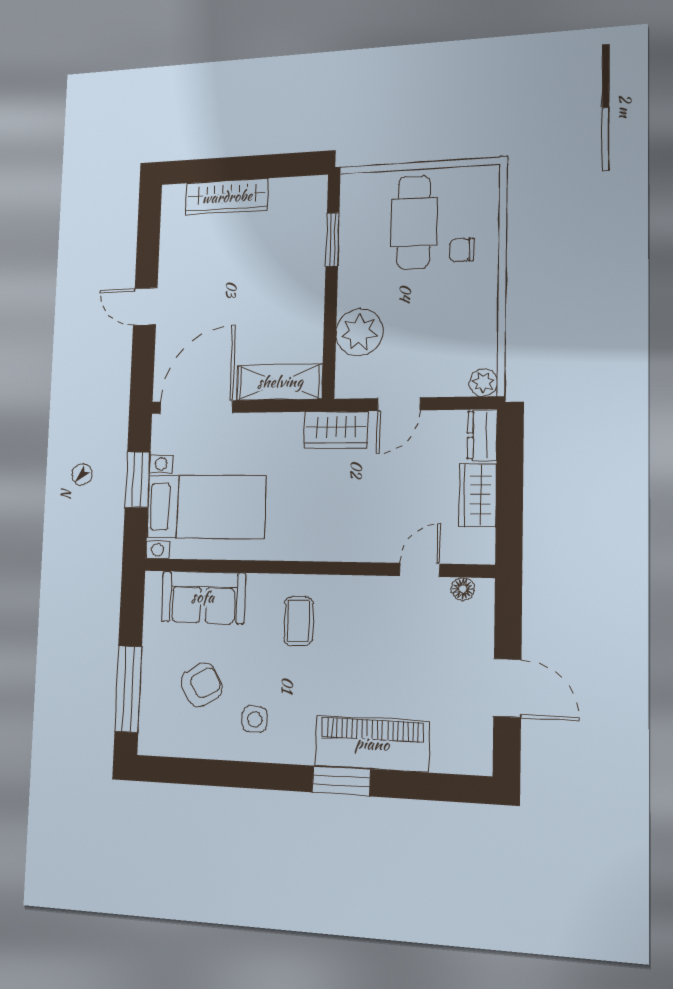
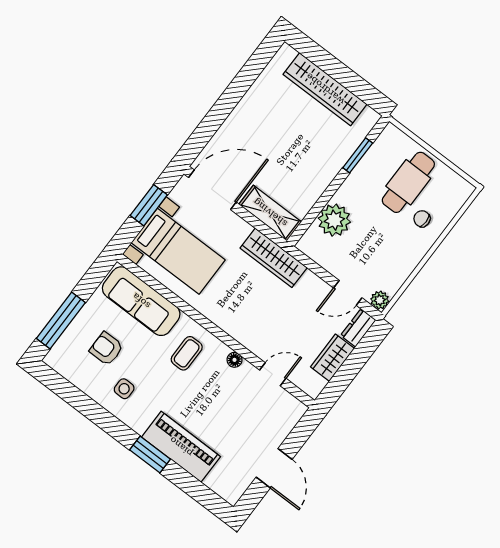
wardrobe: (227, 197) -> (325, 89), width x1.40, depth x1.17
door: (145, 306) -> (224, 107), removed
door: (399, 404) -> (348, 293), moved
wardrobe: (336, 430) -> (274, 258), width x1.50
floor lamp: (463, 589) -> (234, 360), moved
sofa: (203, 597) -> (141, 301), width x1.36
armchair: (202, 685) -> (106, 349), turned -150

